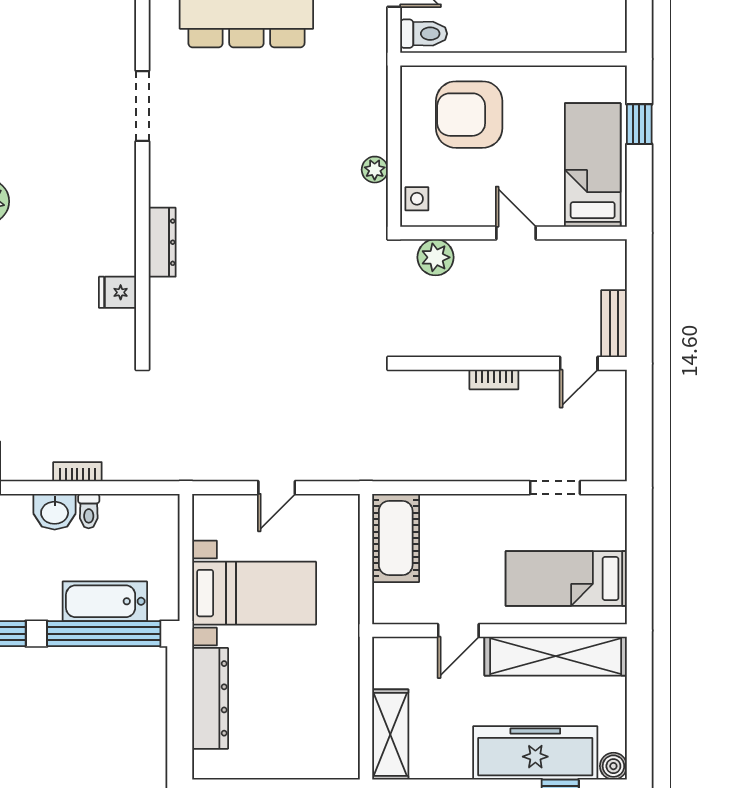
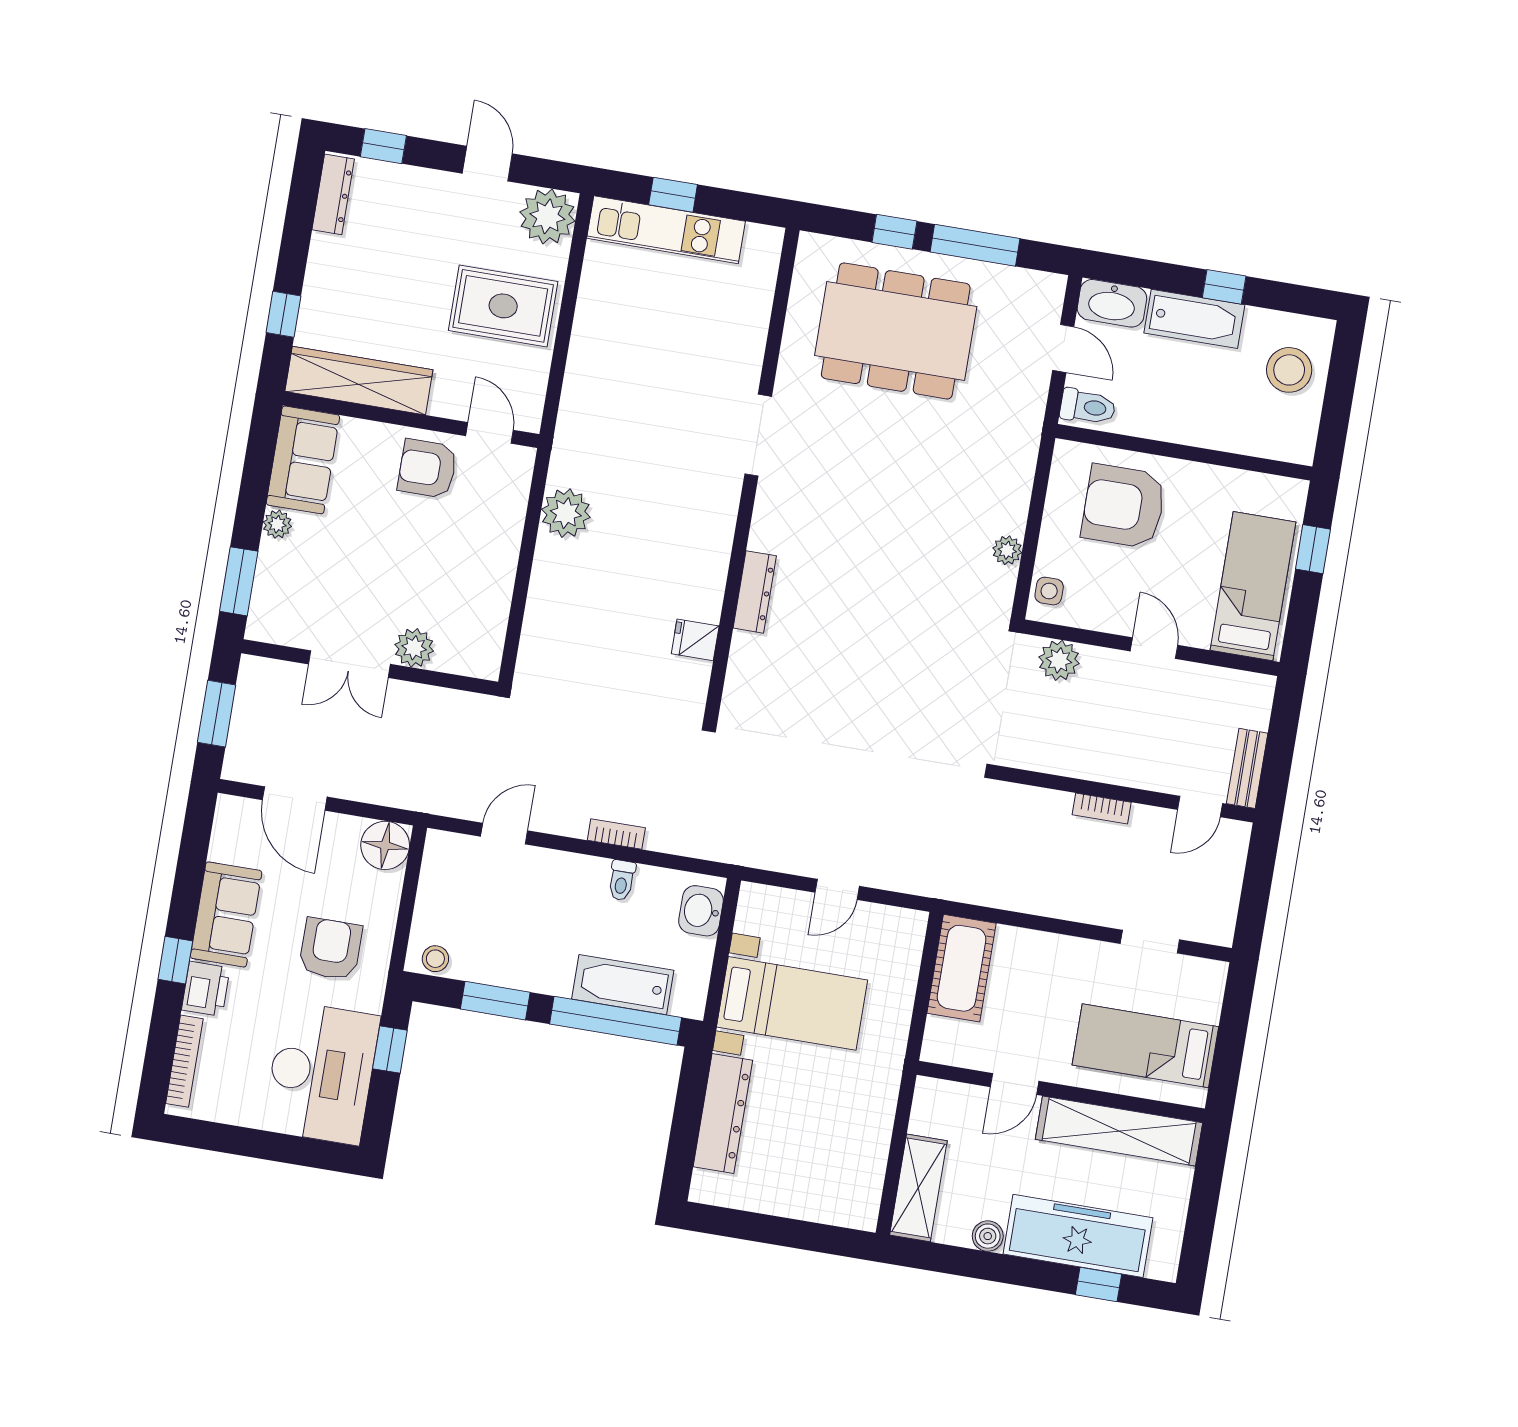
washbasin: (55, 512) -> (701, 911), moved, turned 90
boiler: (613, 766) -> (988, 1236), moved

